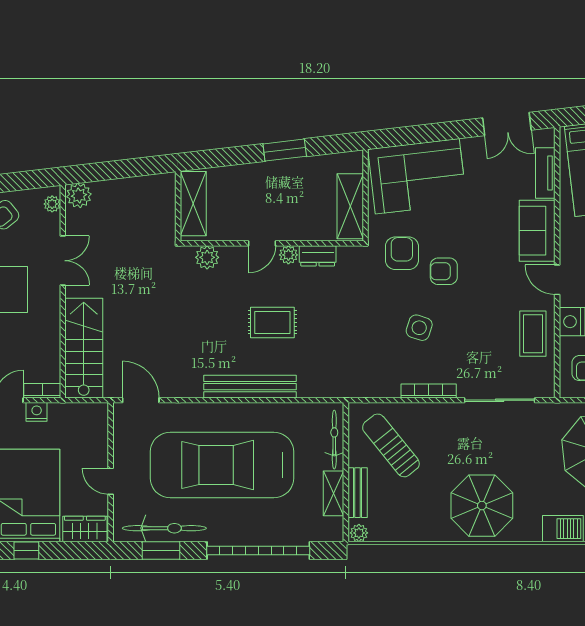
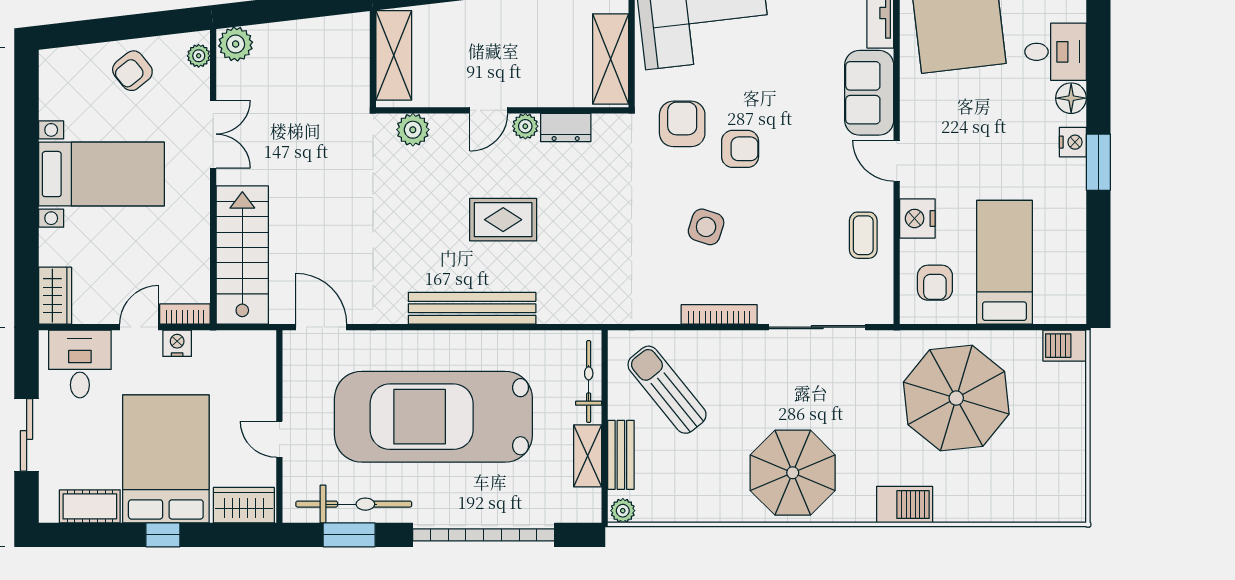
armchair: (444, 271) -> (740, 149), turned 180
coffee table: (533, 334) -> (863, 235), width x0.73, depth x0.77

